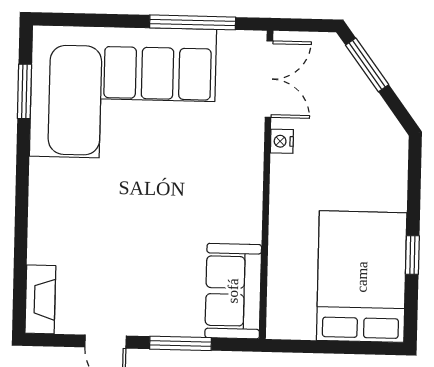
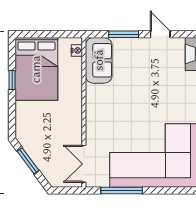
window: (367, 65) -> (28, 161), moved
nightstand: (282, 141) -> (77, 50), moved

